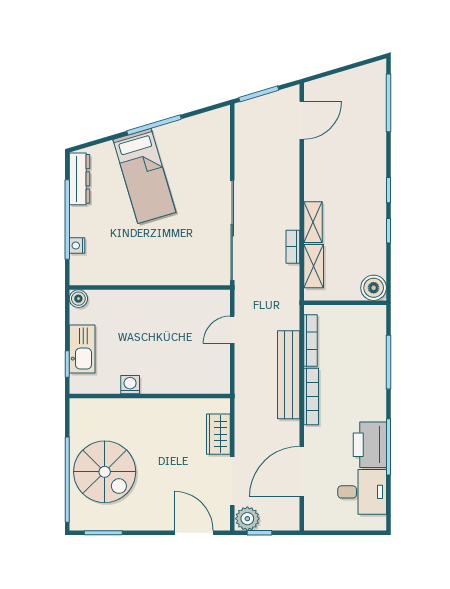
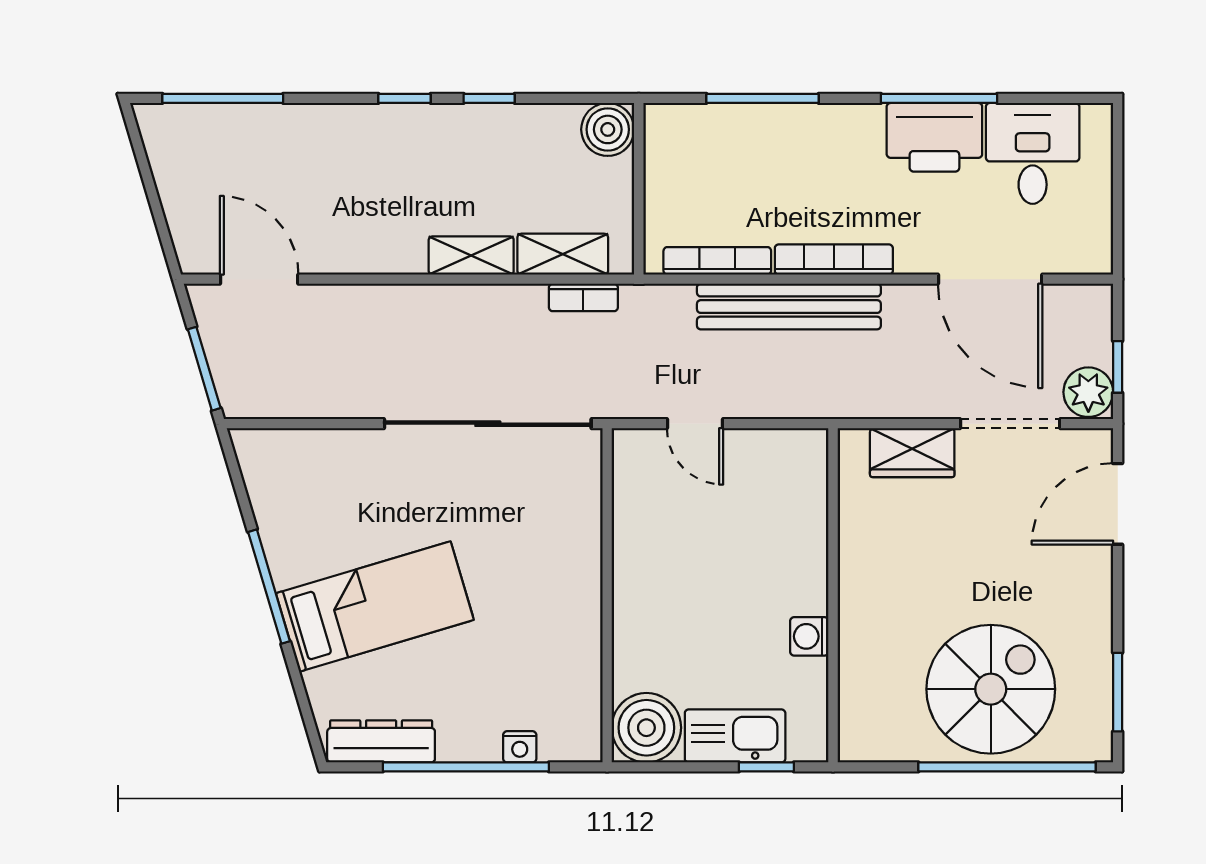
bookcase: (293, 247) -> (583, 297), moved
boiler: (78, 299) -> (646, 728), width x1.86, depth x1.86

